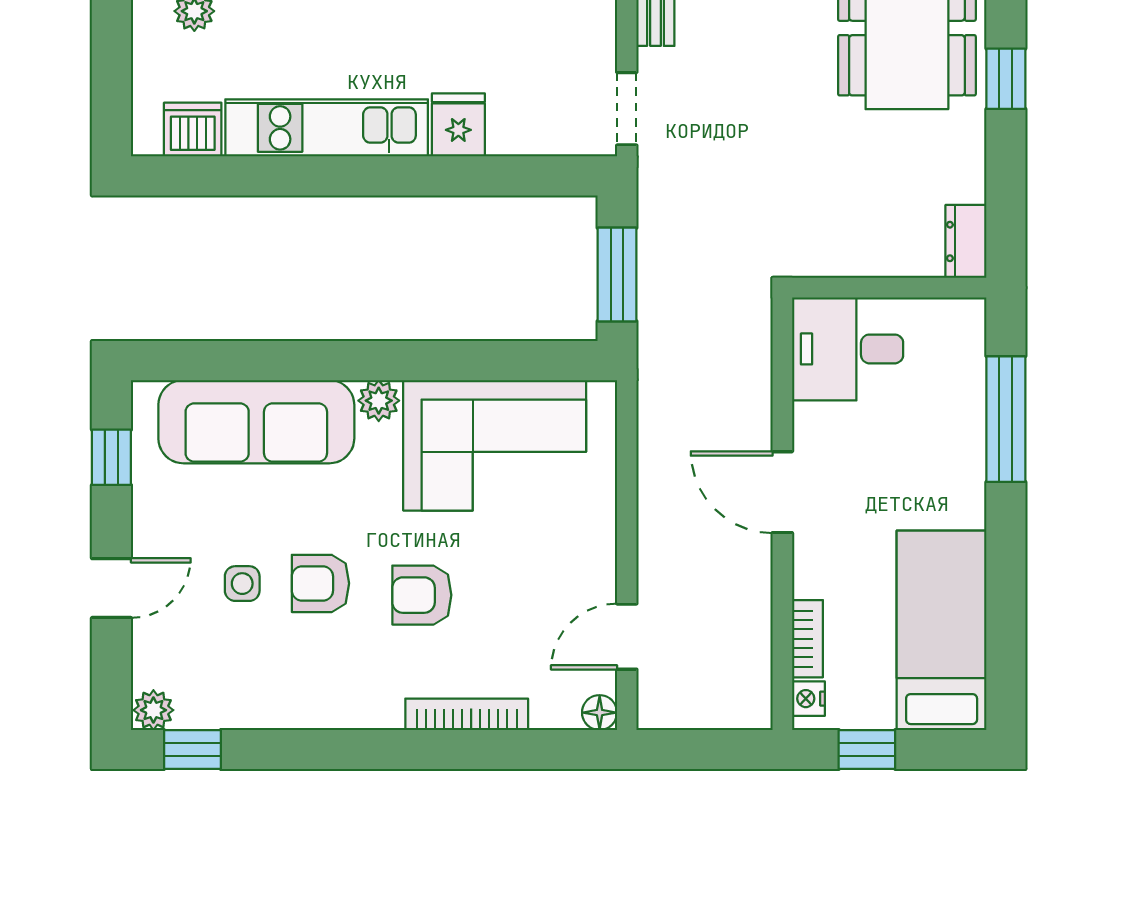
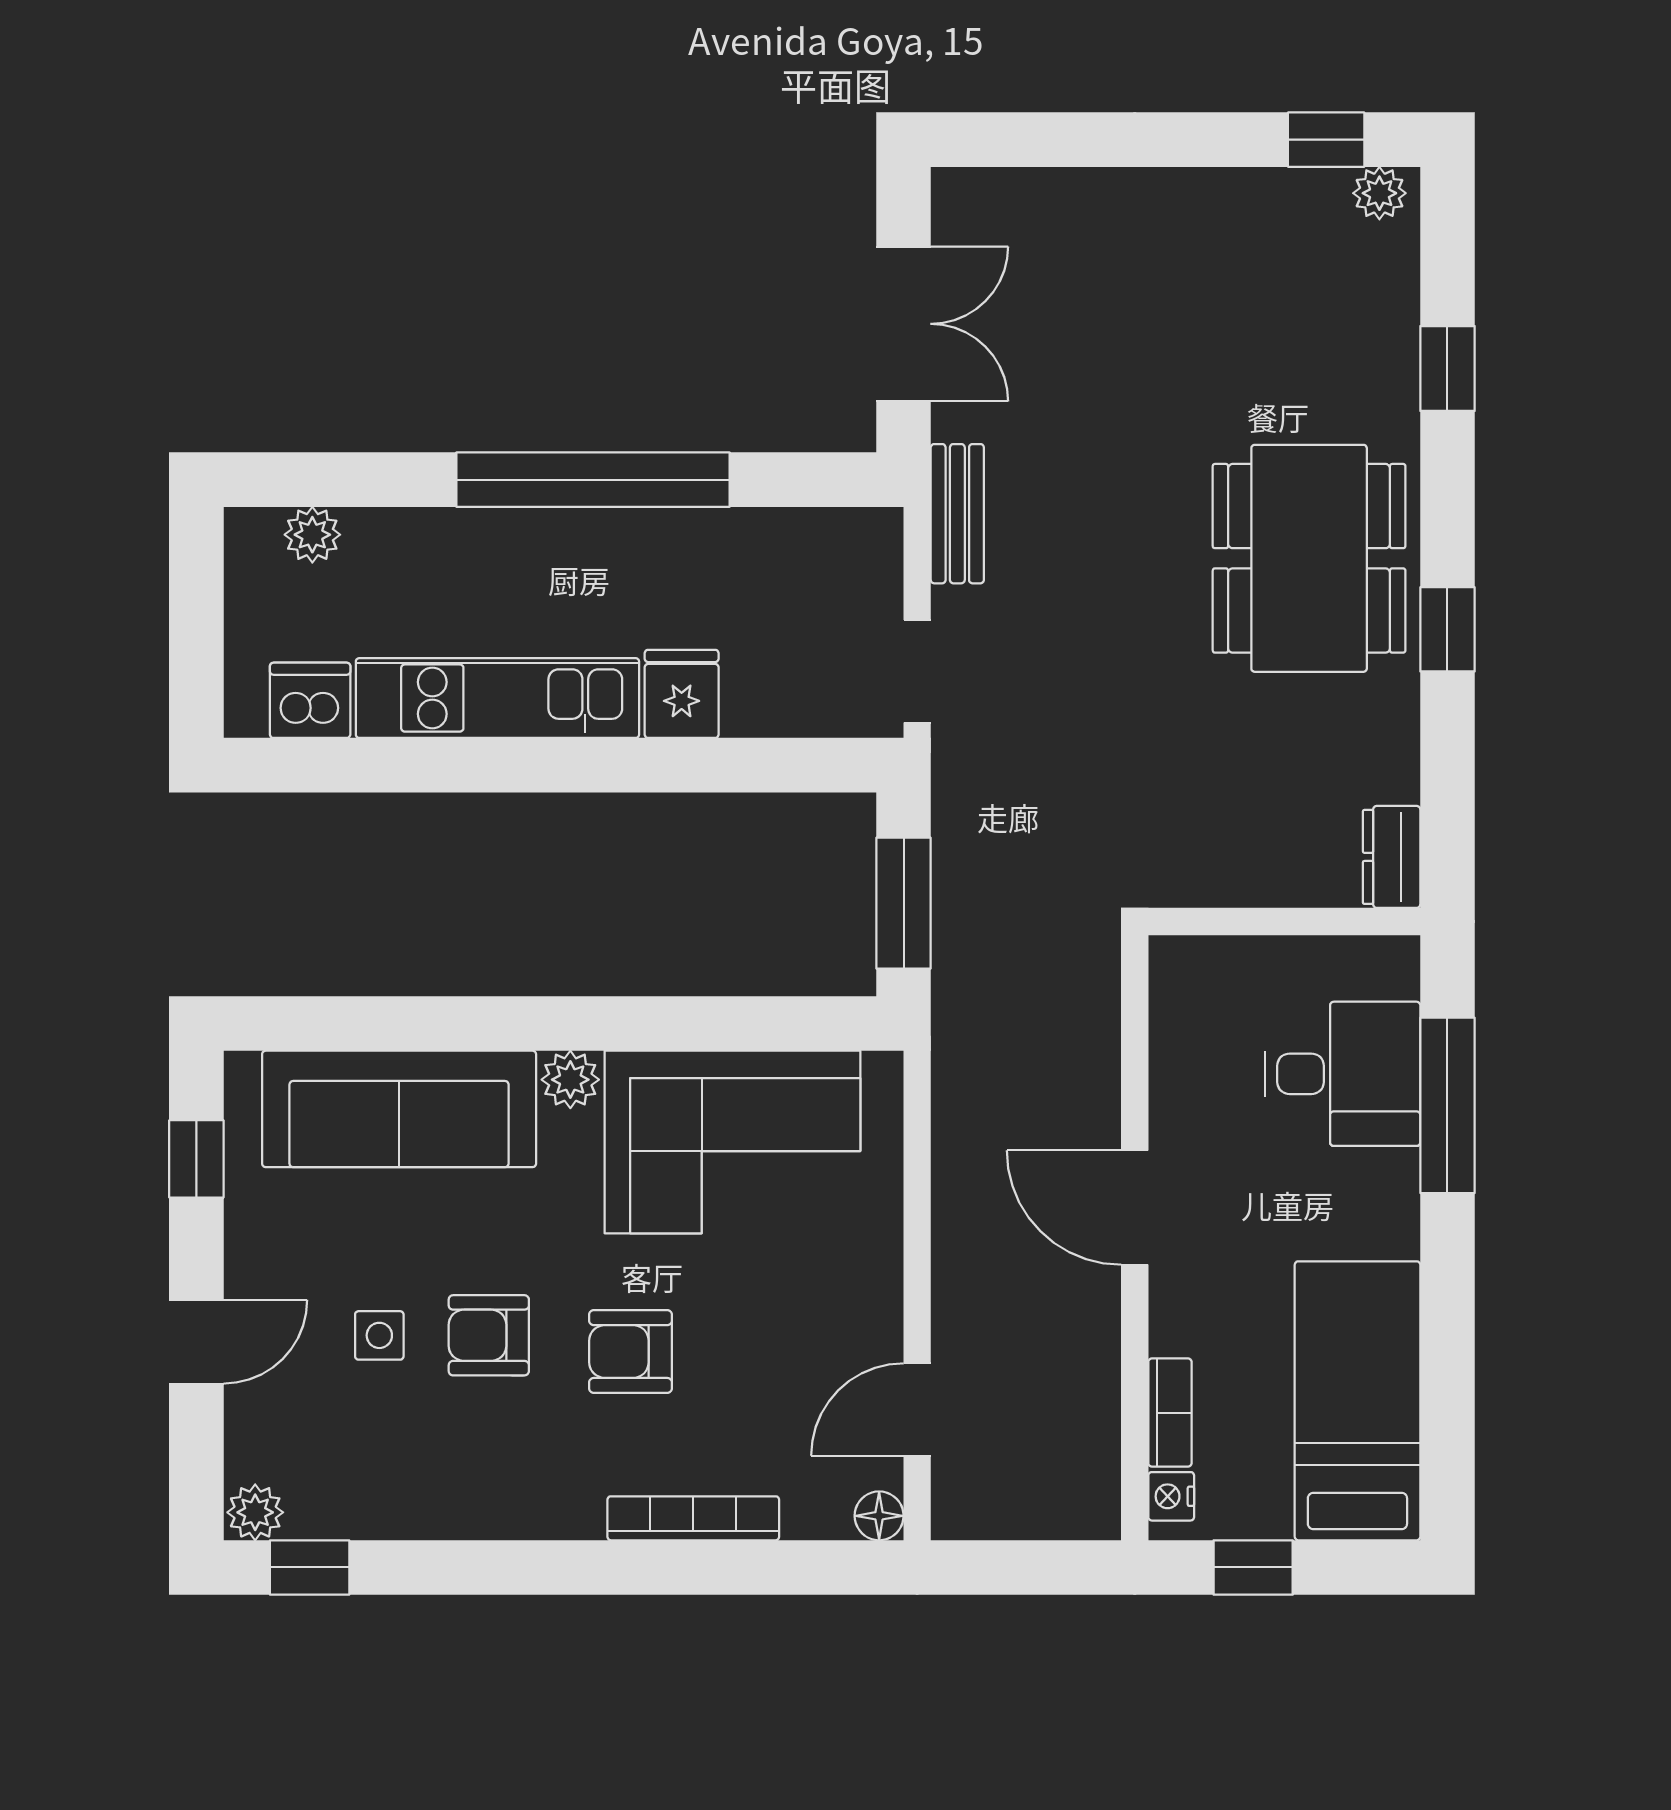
desk: (848, 349) -> (1343, 1074), moved, turned 180

